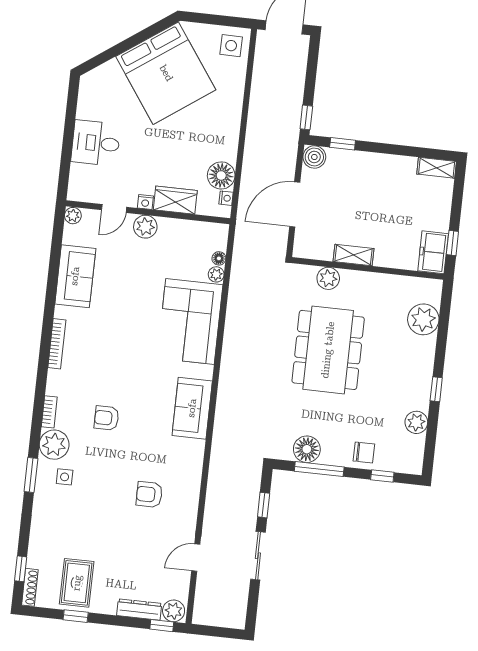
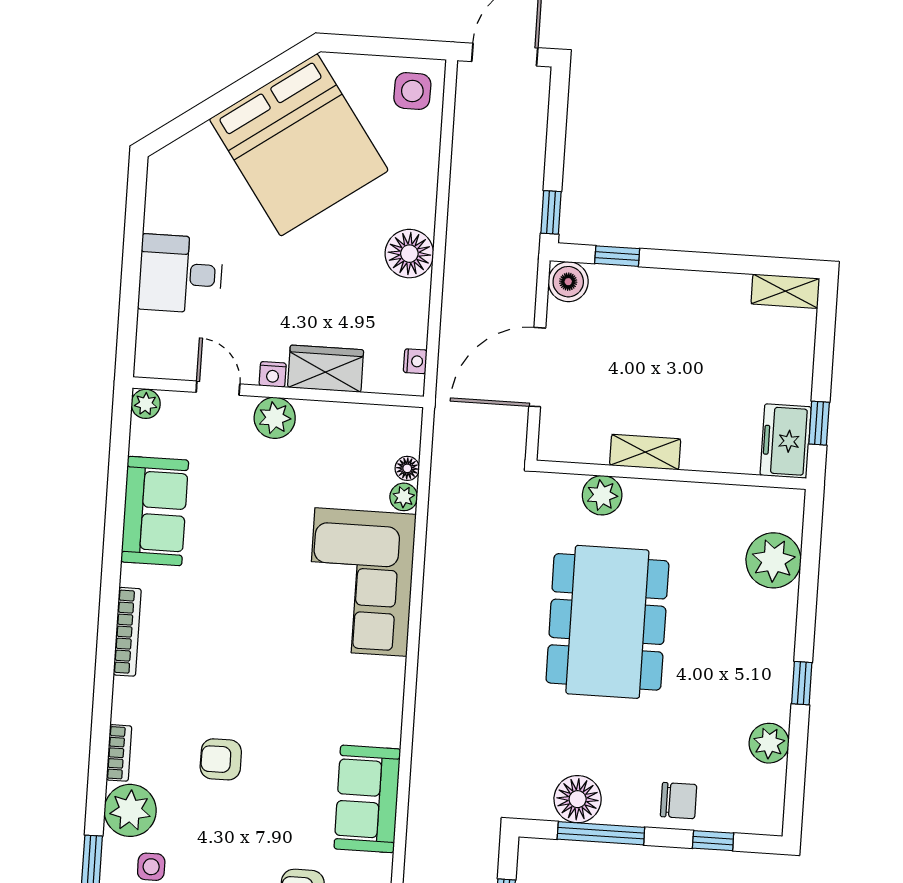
floor lamp: (221, 175) -> (409, 254), moved
door: (114, 208) -> (218, 388), swing flipped
sofa: (192, 408) -> (367, 799), moved

